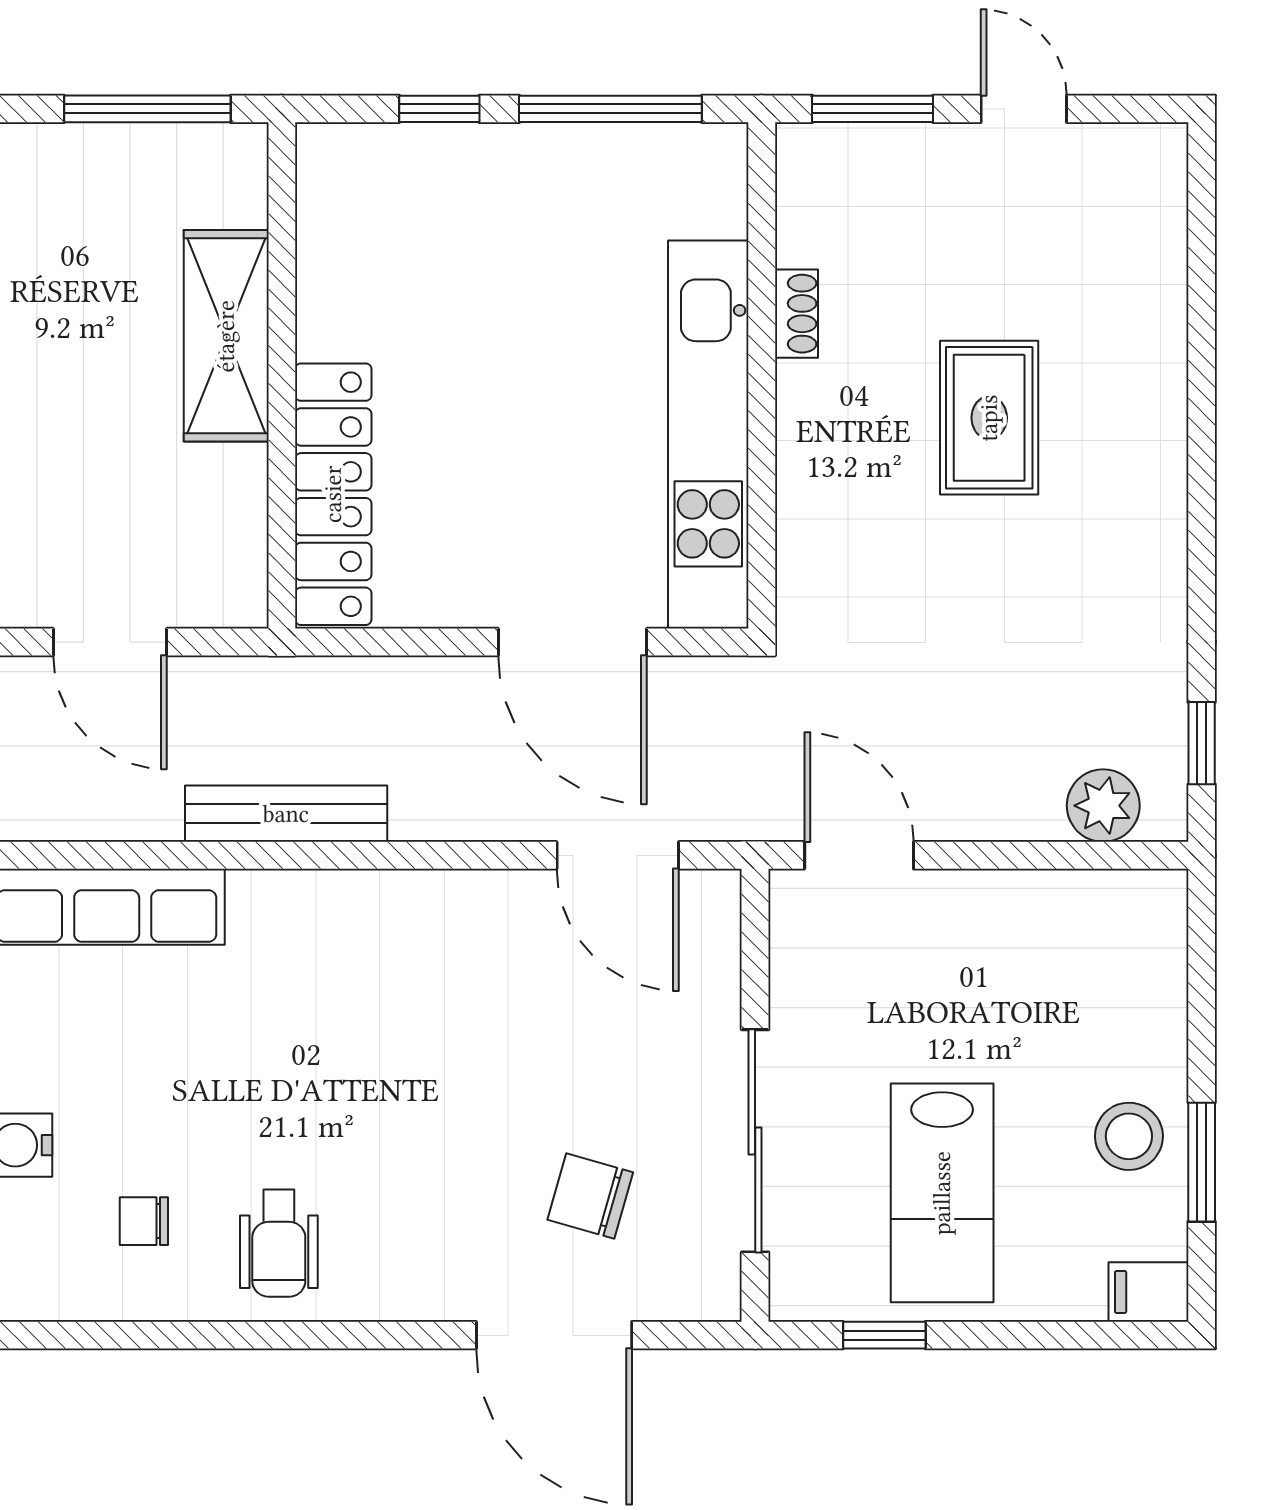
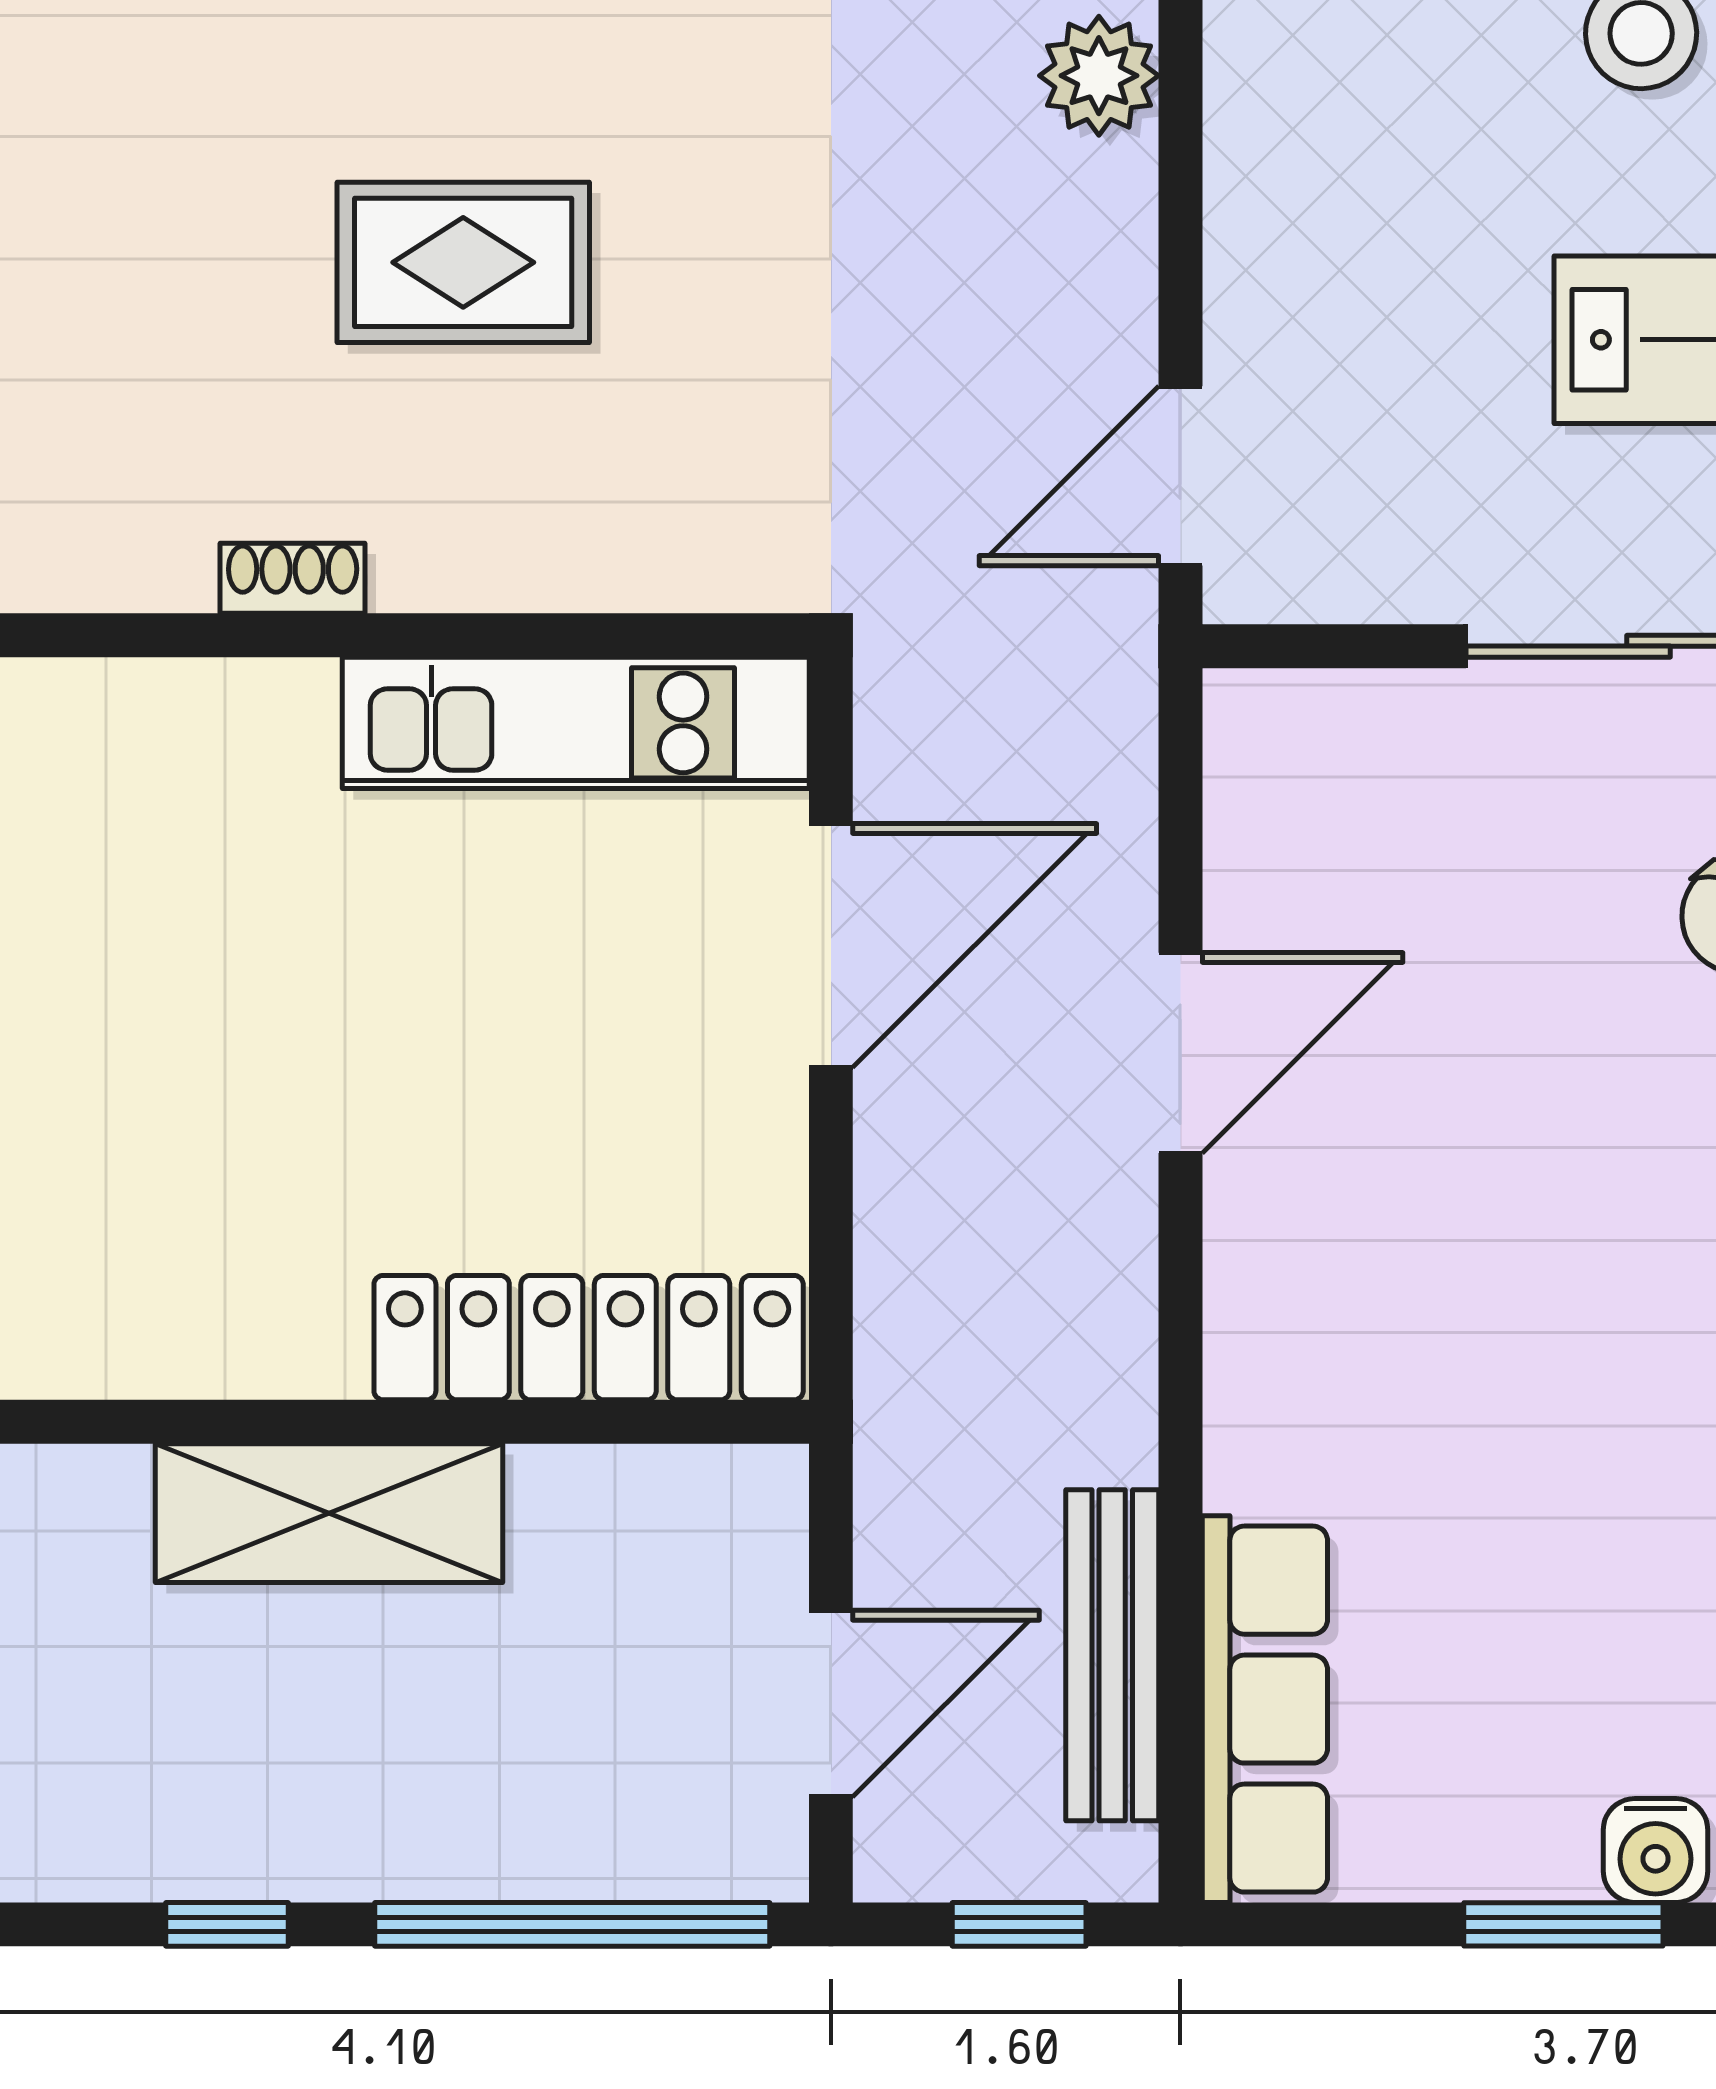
kitchen unit: (708, 435) -> (576, 723), width x0.73
bench: (286, 814) -> (1112, 1655), moved
door: (618, 855) -> (1180, 1053), moved

